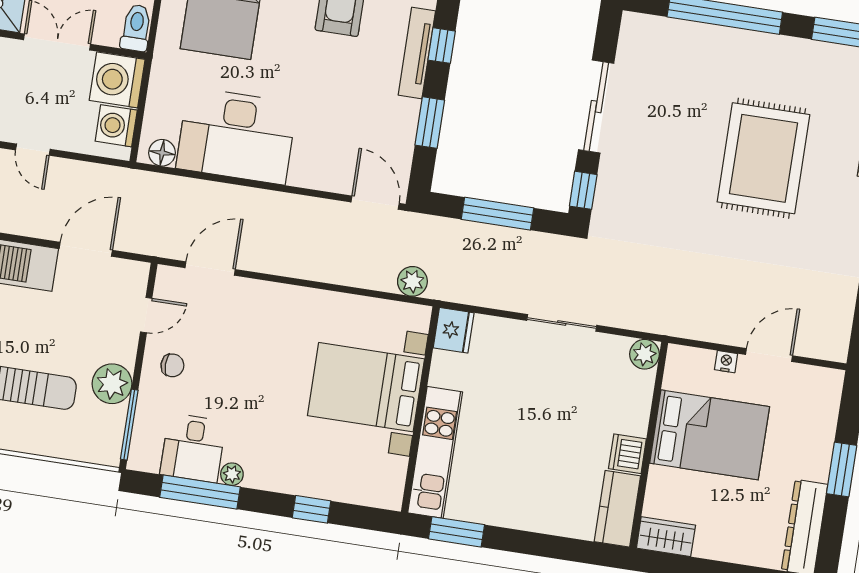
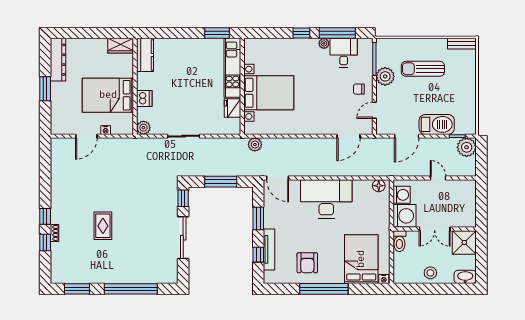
desk: (237, 136) -> (326, 199), moved
rug: (763, 158) -> (103, 226), width x0.54, depth x0.49
fridge: (454, 330) -> (233, 108), moved
dishwasher: (627, 454) -> (144, 98), moved
window: (312, 509) -> (301, 33), moved

